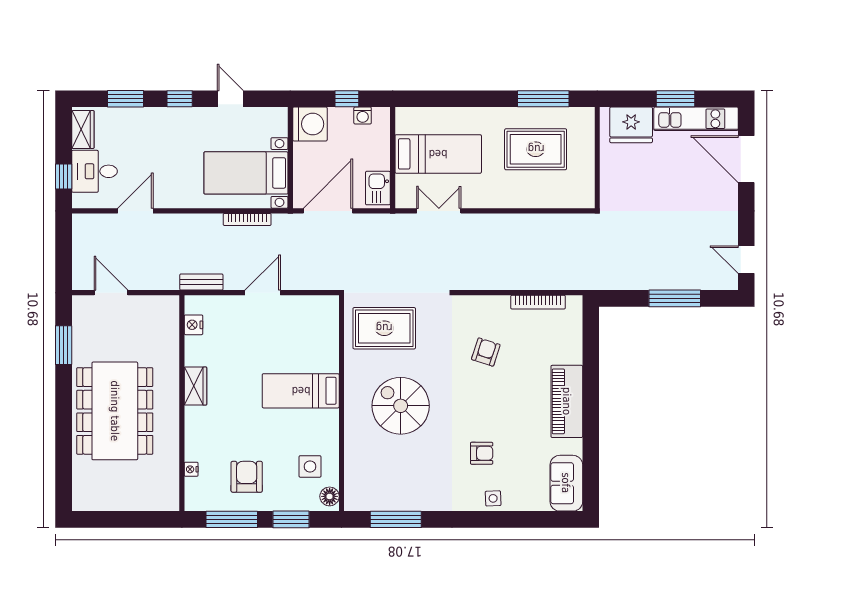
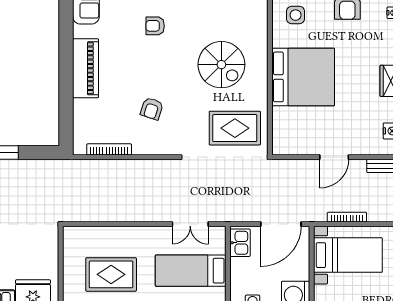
bed: (301, 391) -> (303, 77), width x2.04

